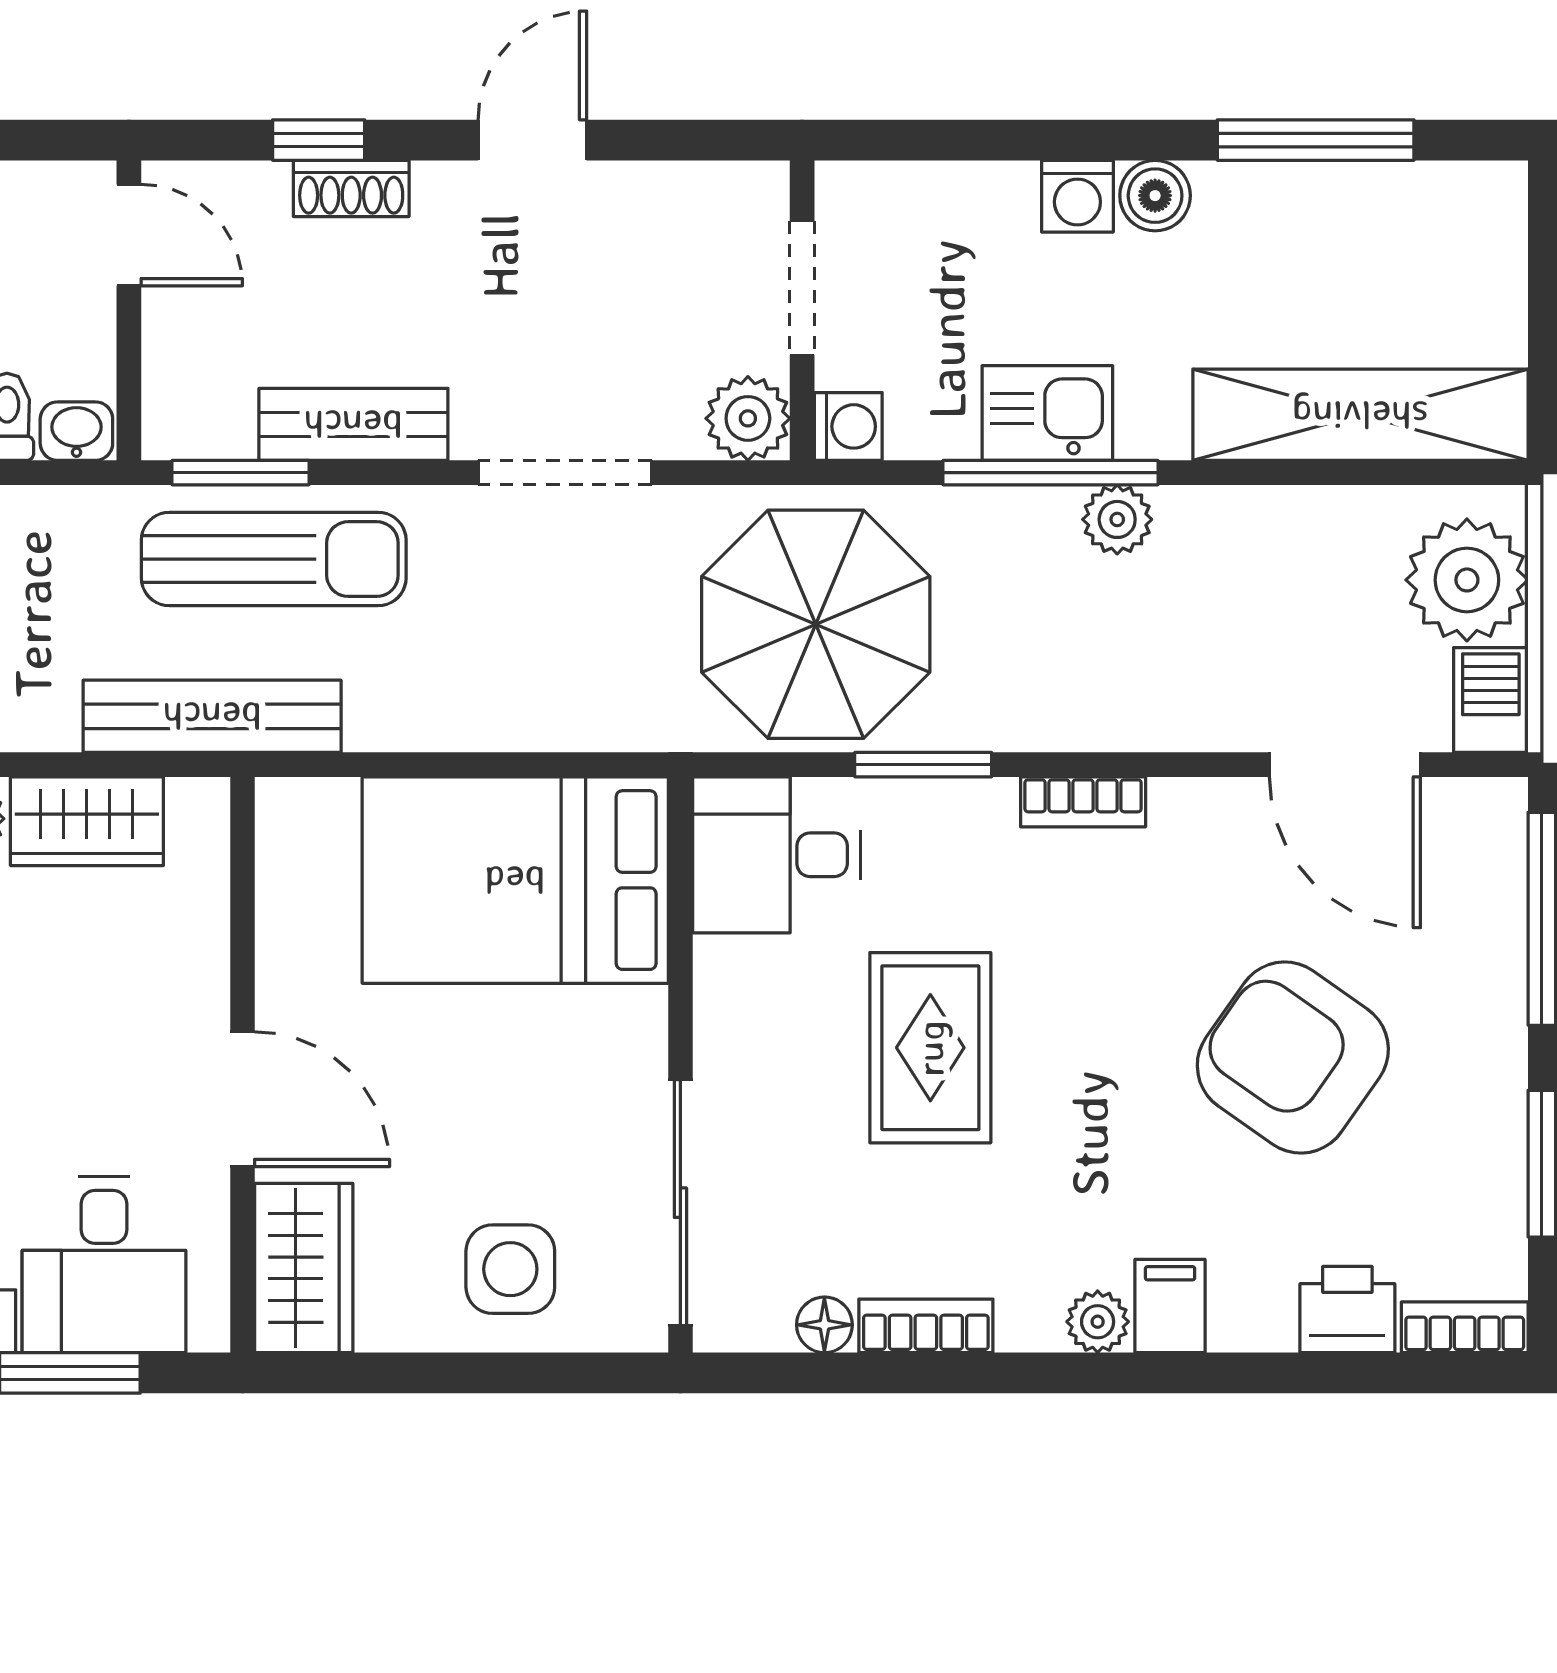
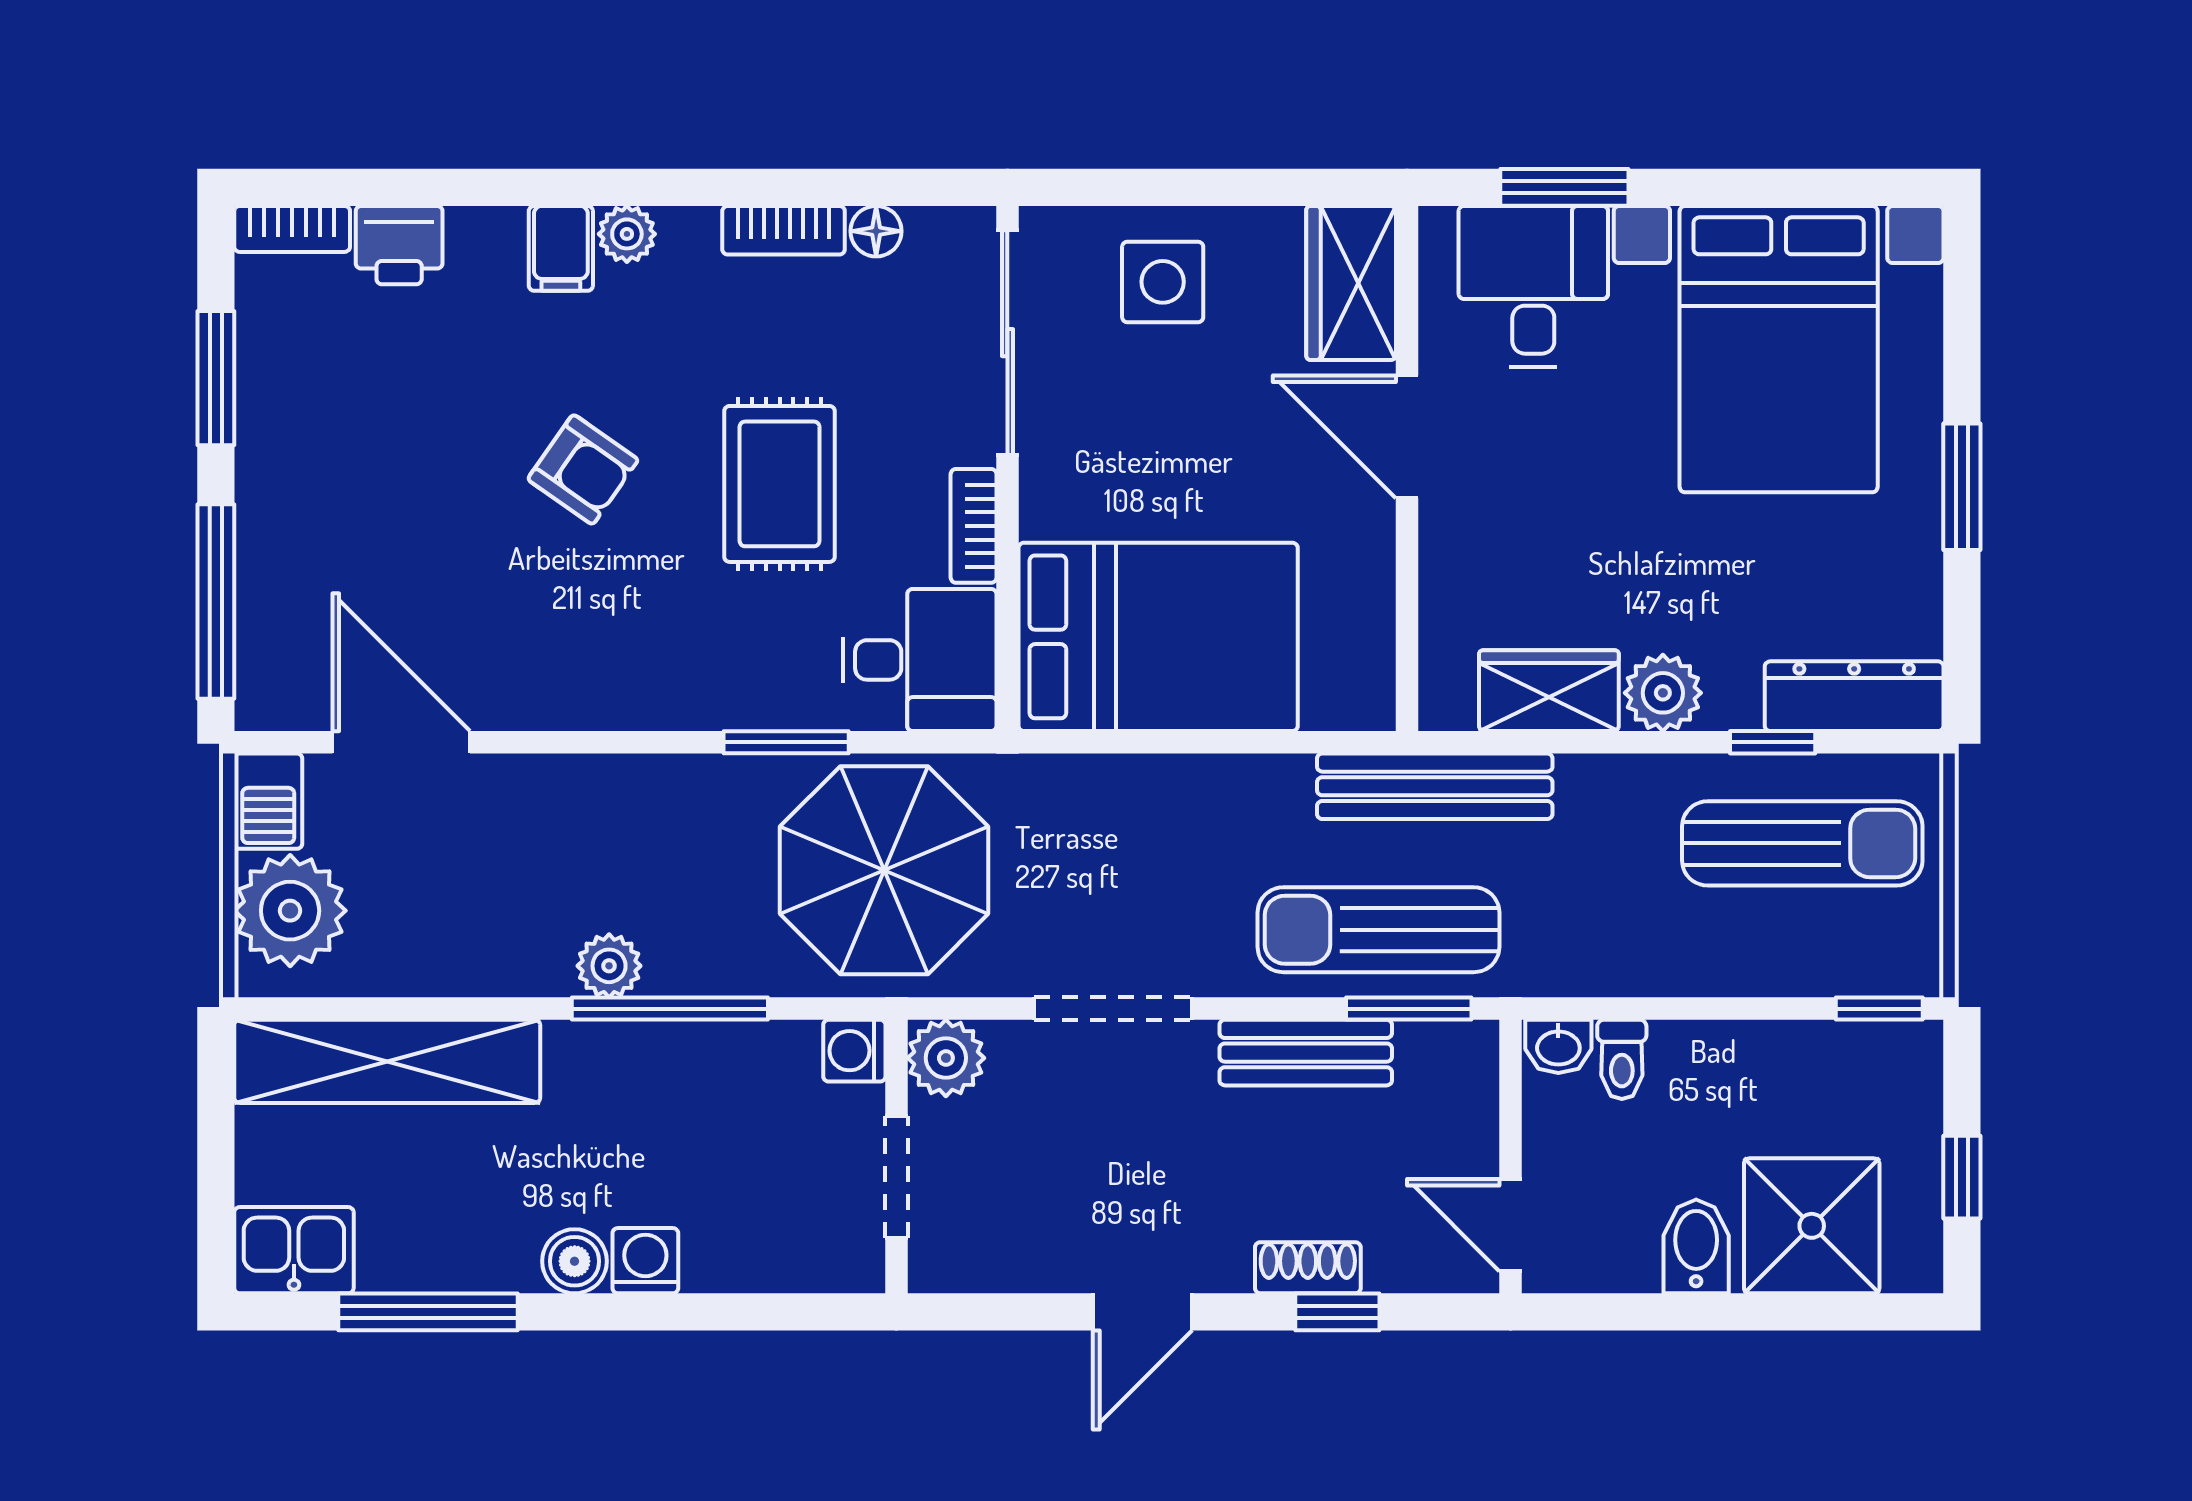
kitchen sink: (1047, 413) -> (294, 1250), moved, turned 180
bookcase: (1083, 802) -> (974, 526), moved, turned -90
armchair: (1293, 1058) -> (583, 469), moved, width x0.53, depth x0.53

